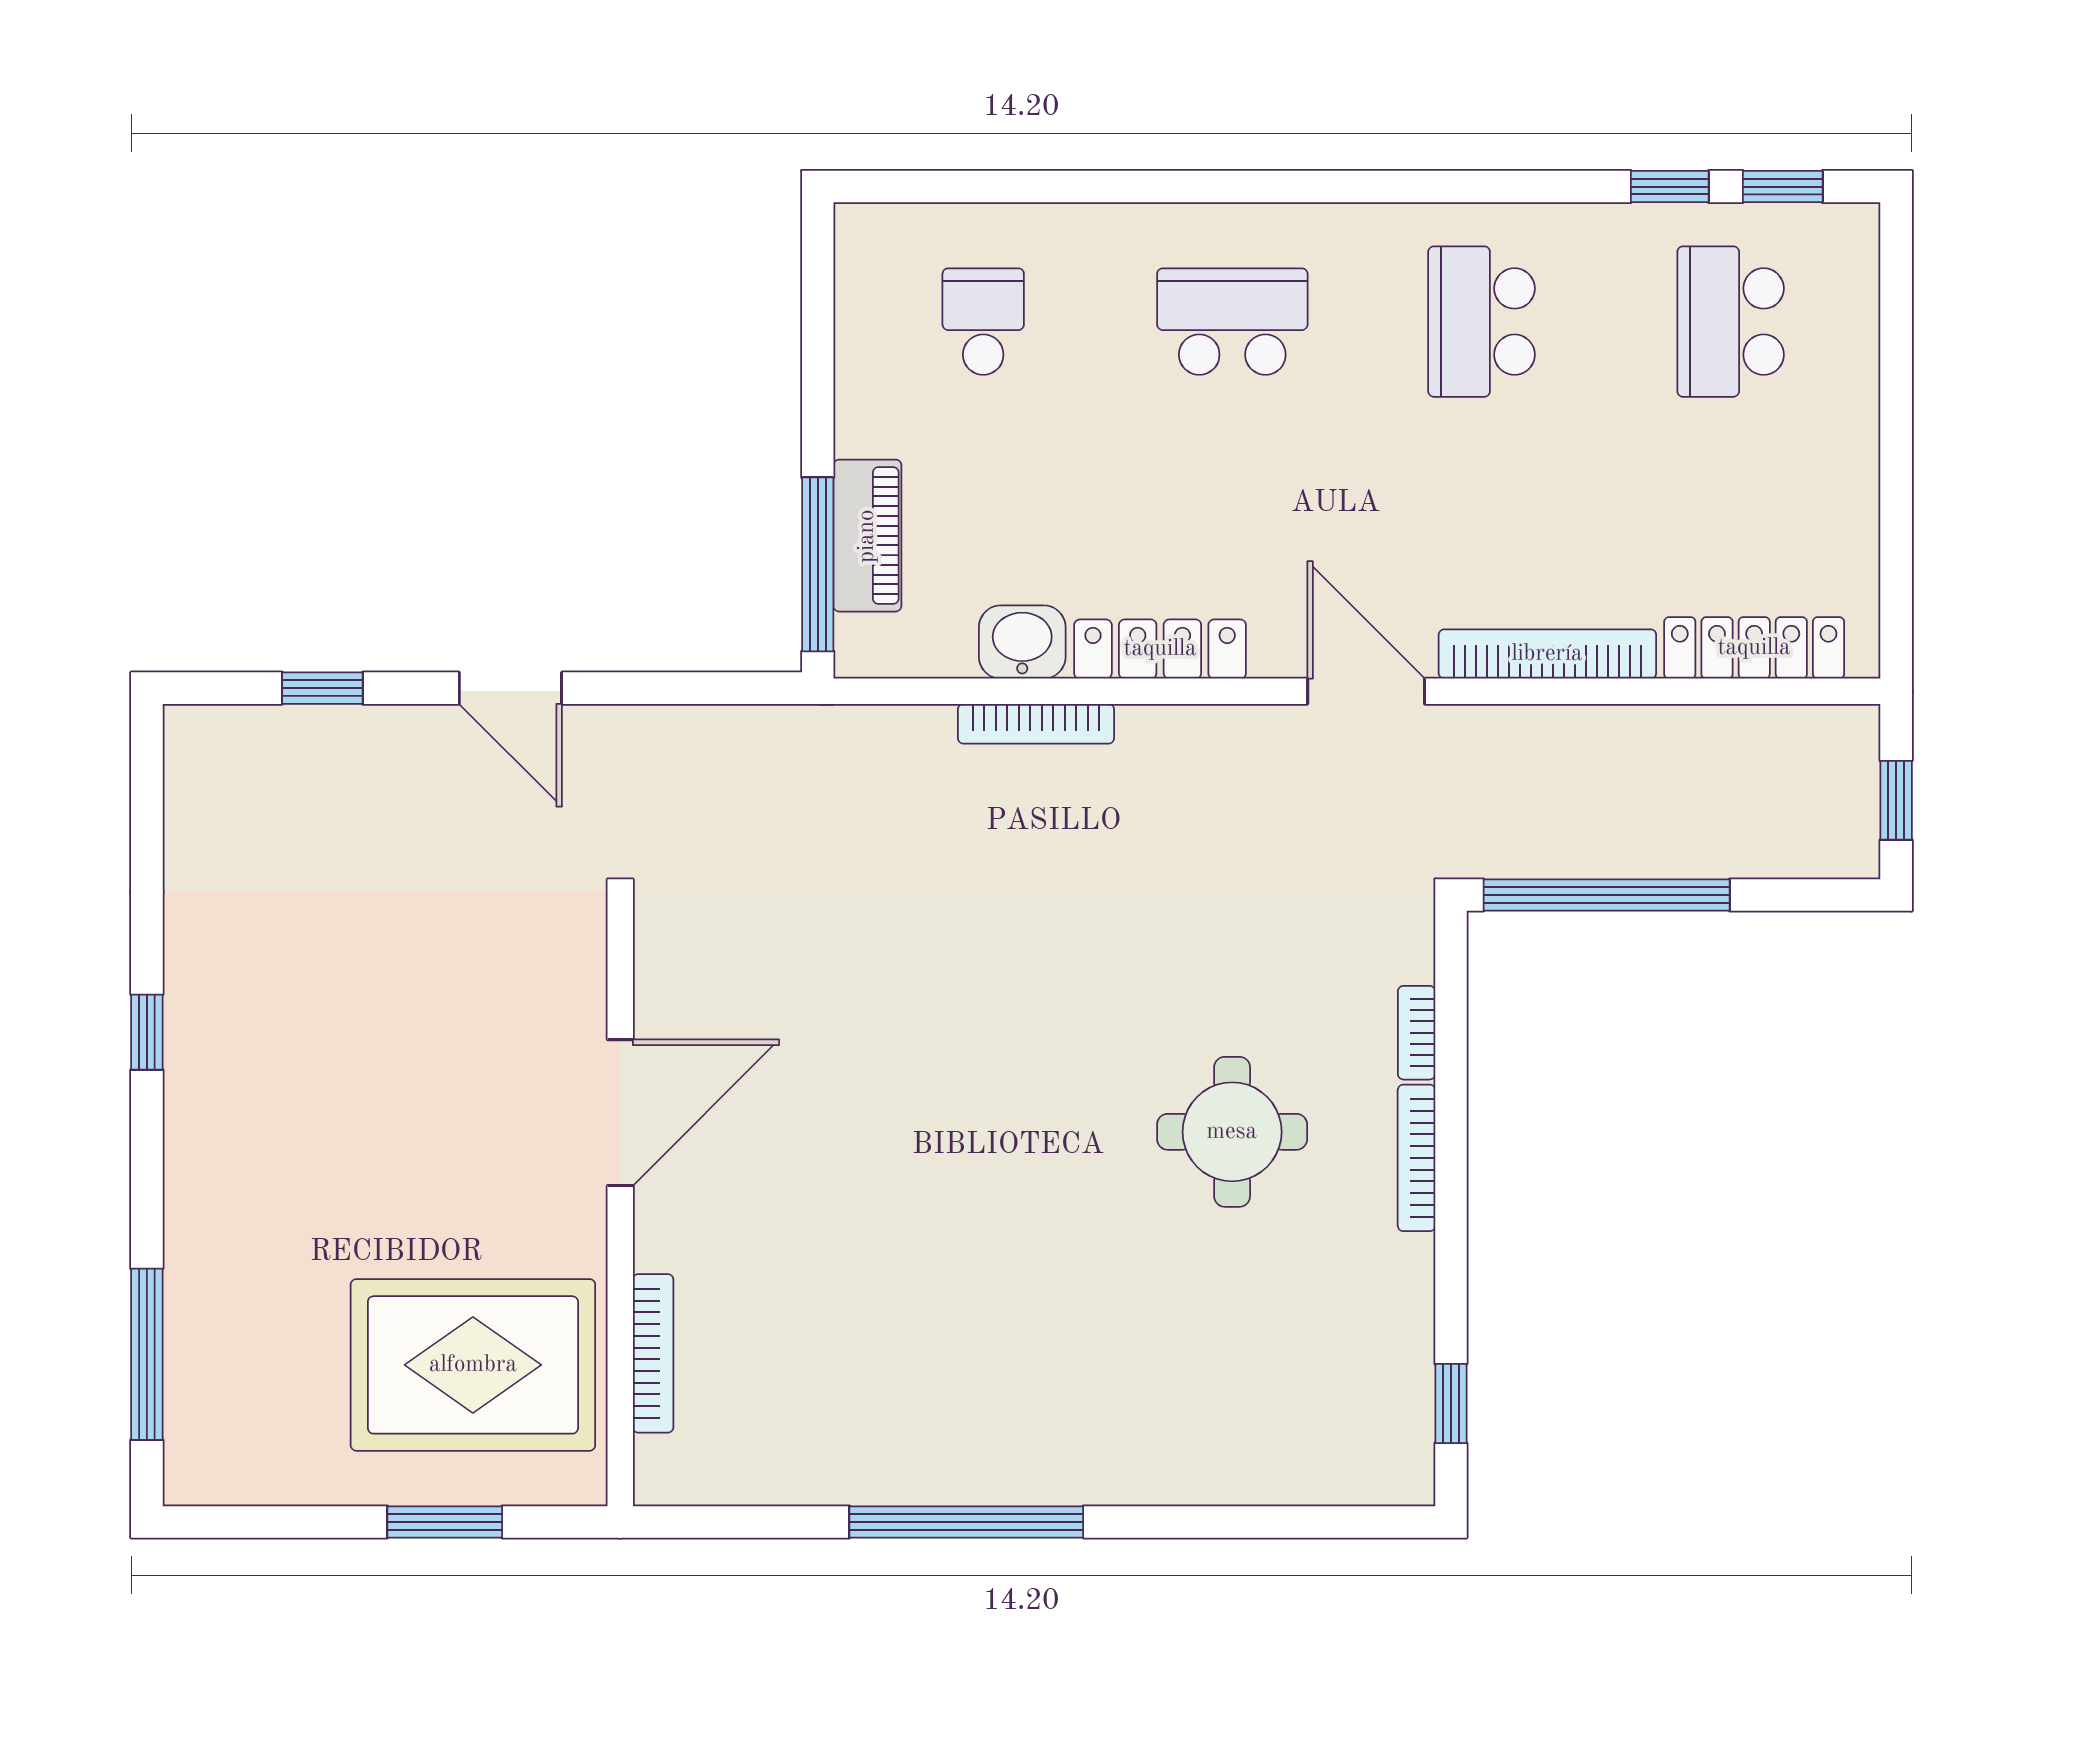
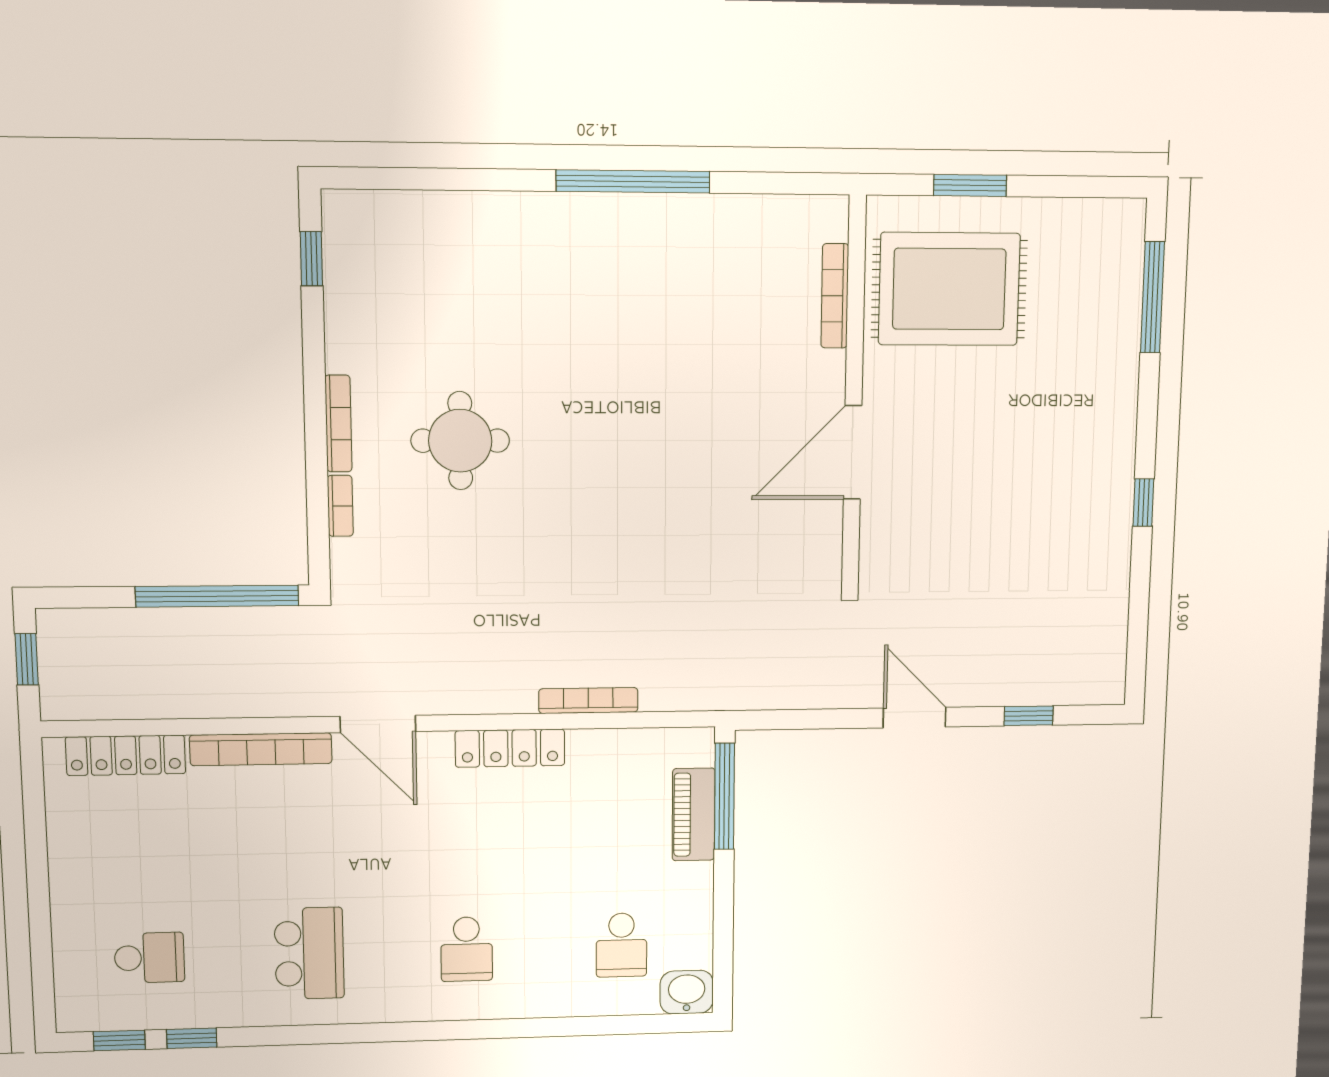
school desk: (1232, 322) -> (467, 949), width x0.54
school desk: (1731, 322) -> (149, 958), width x0.54
washbasin: (1022, 642) -> (687, 992), moved, turned 180

